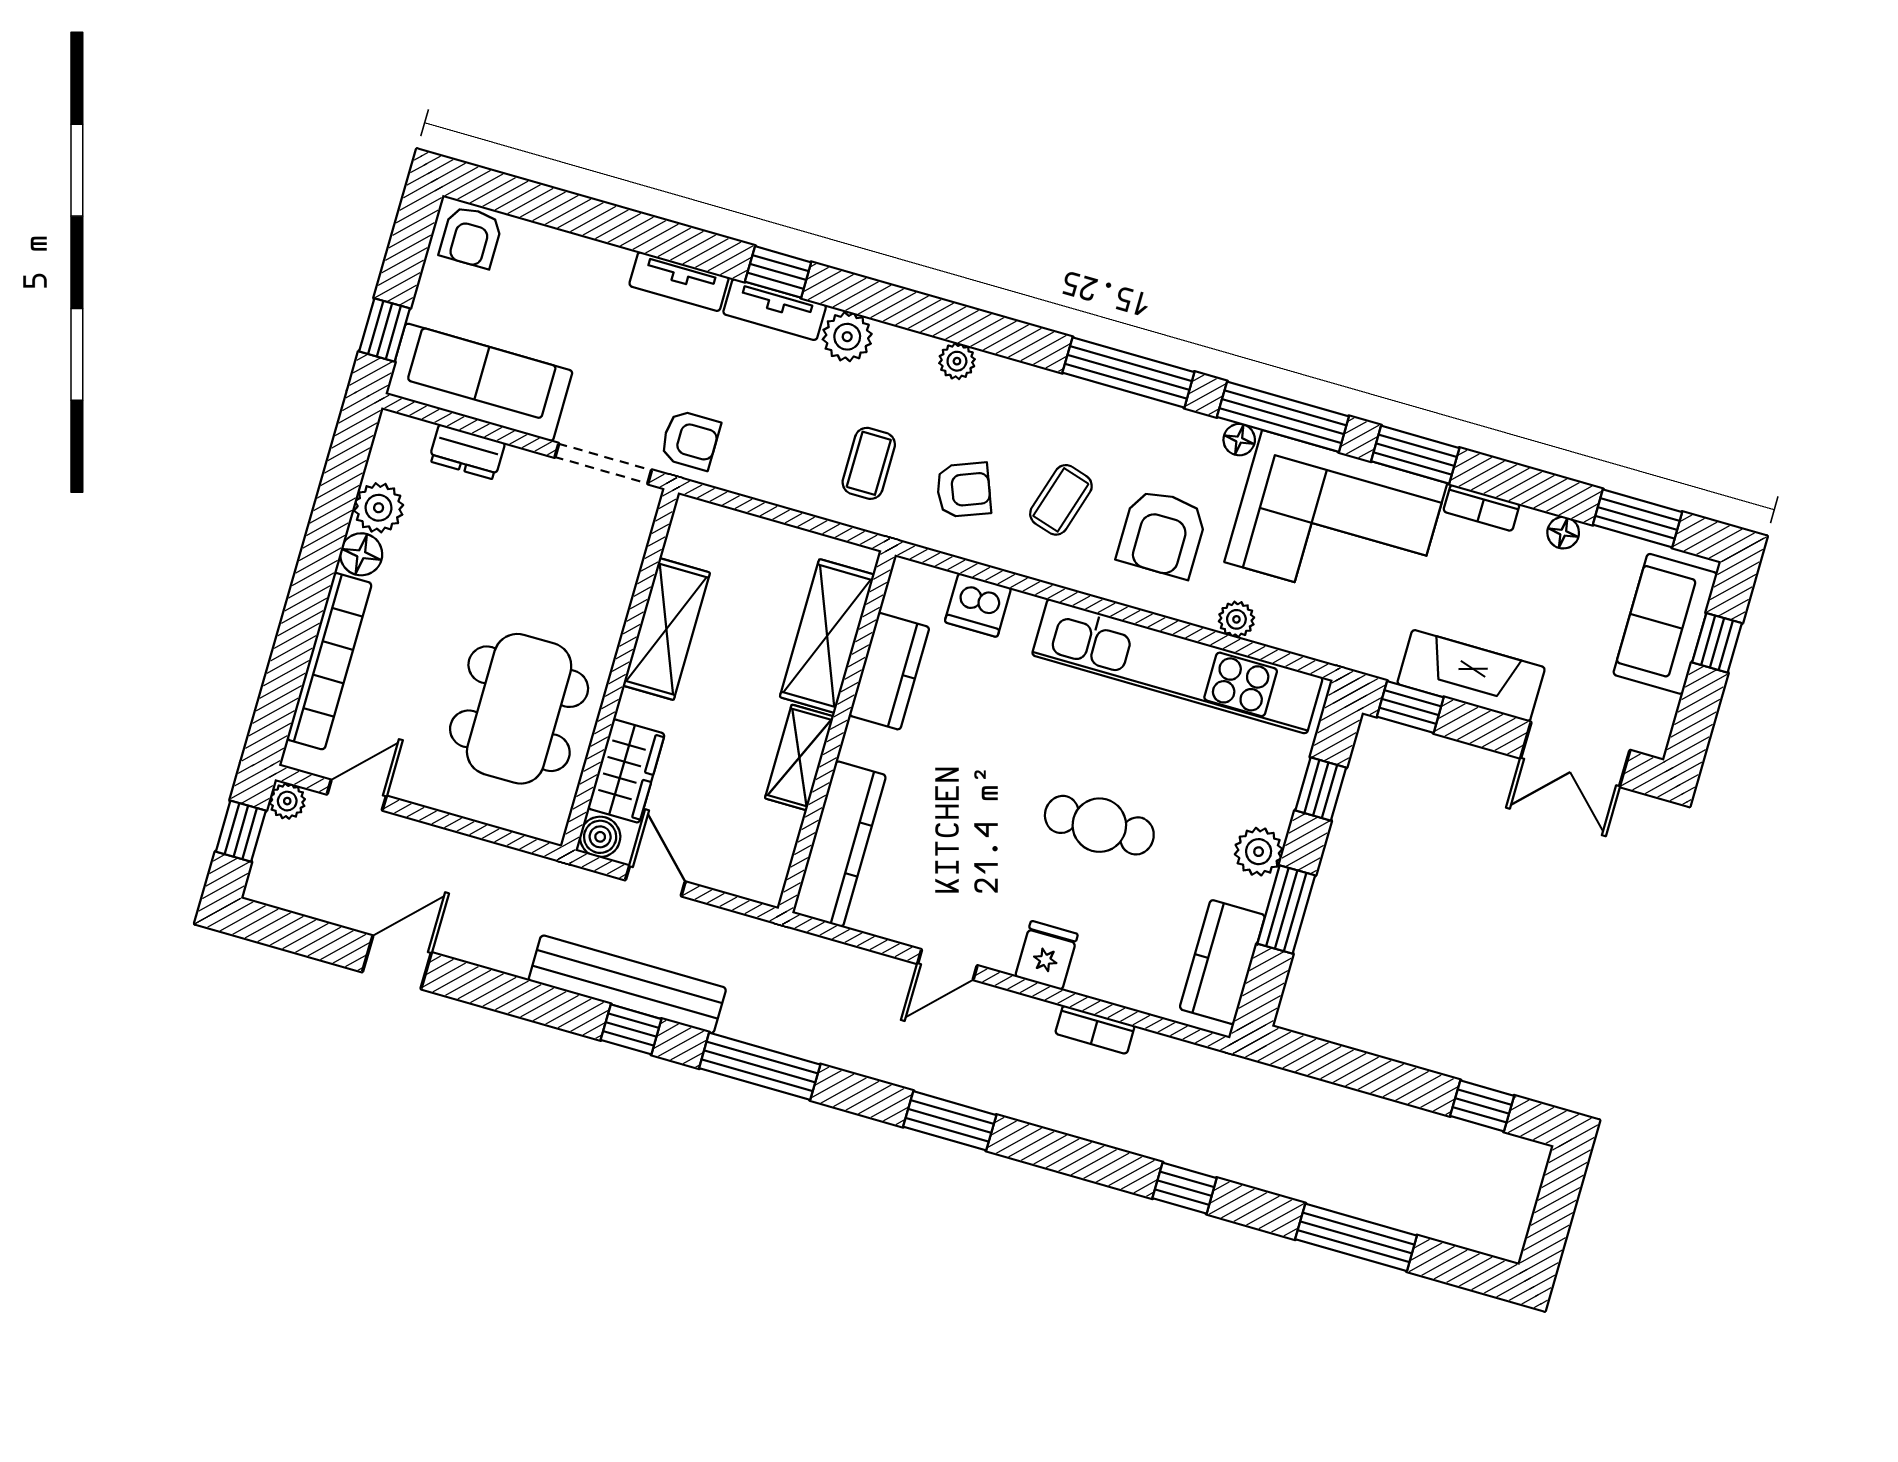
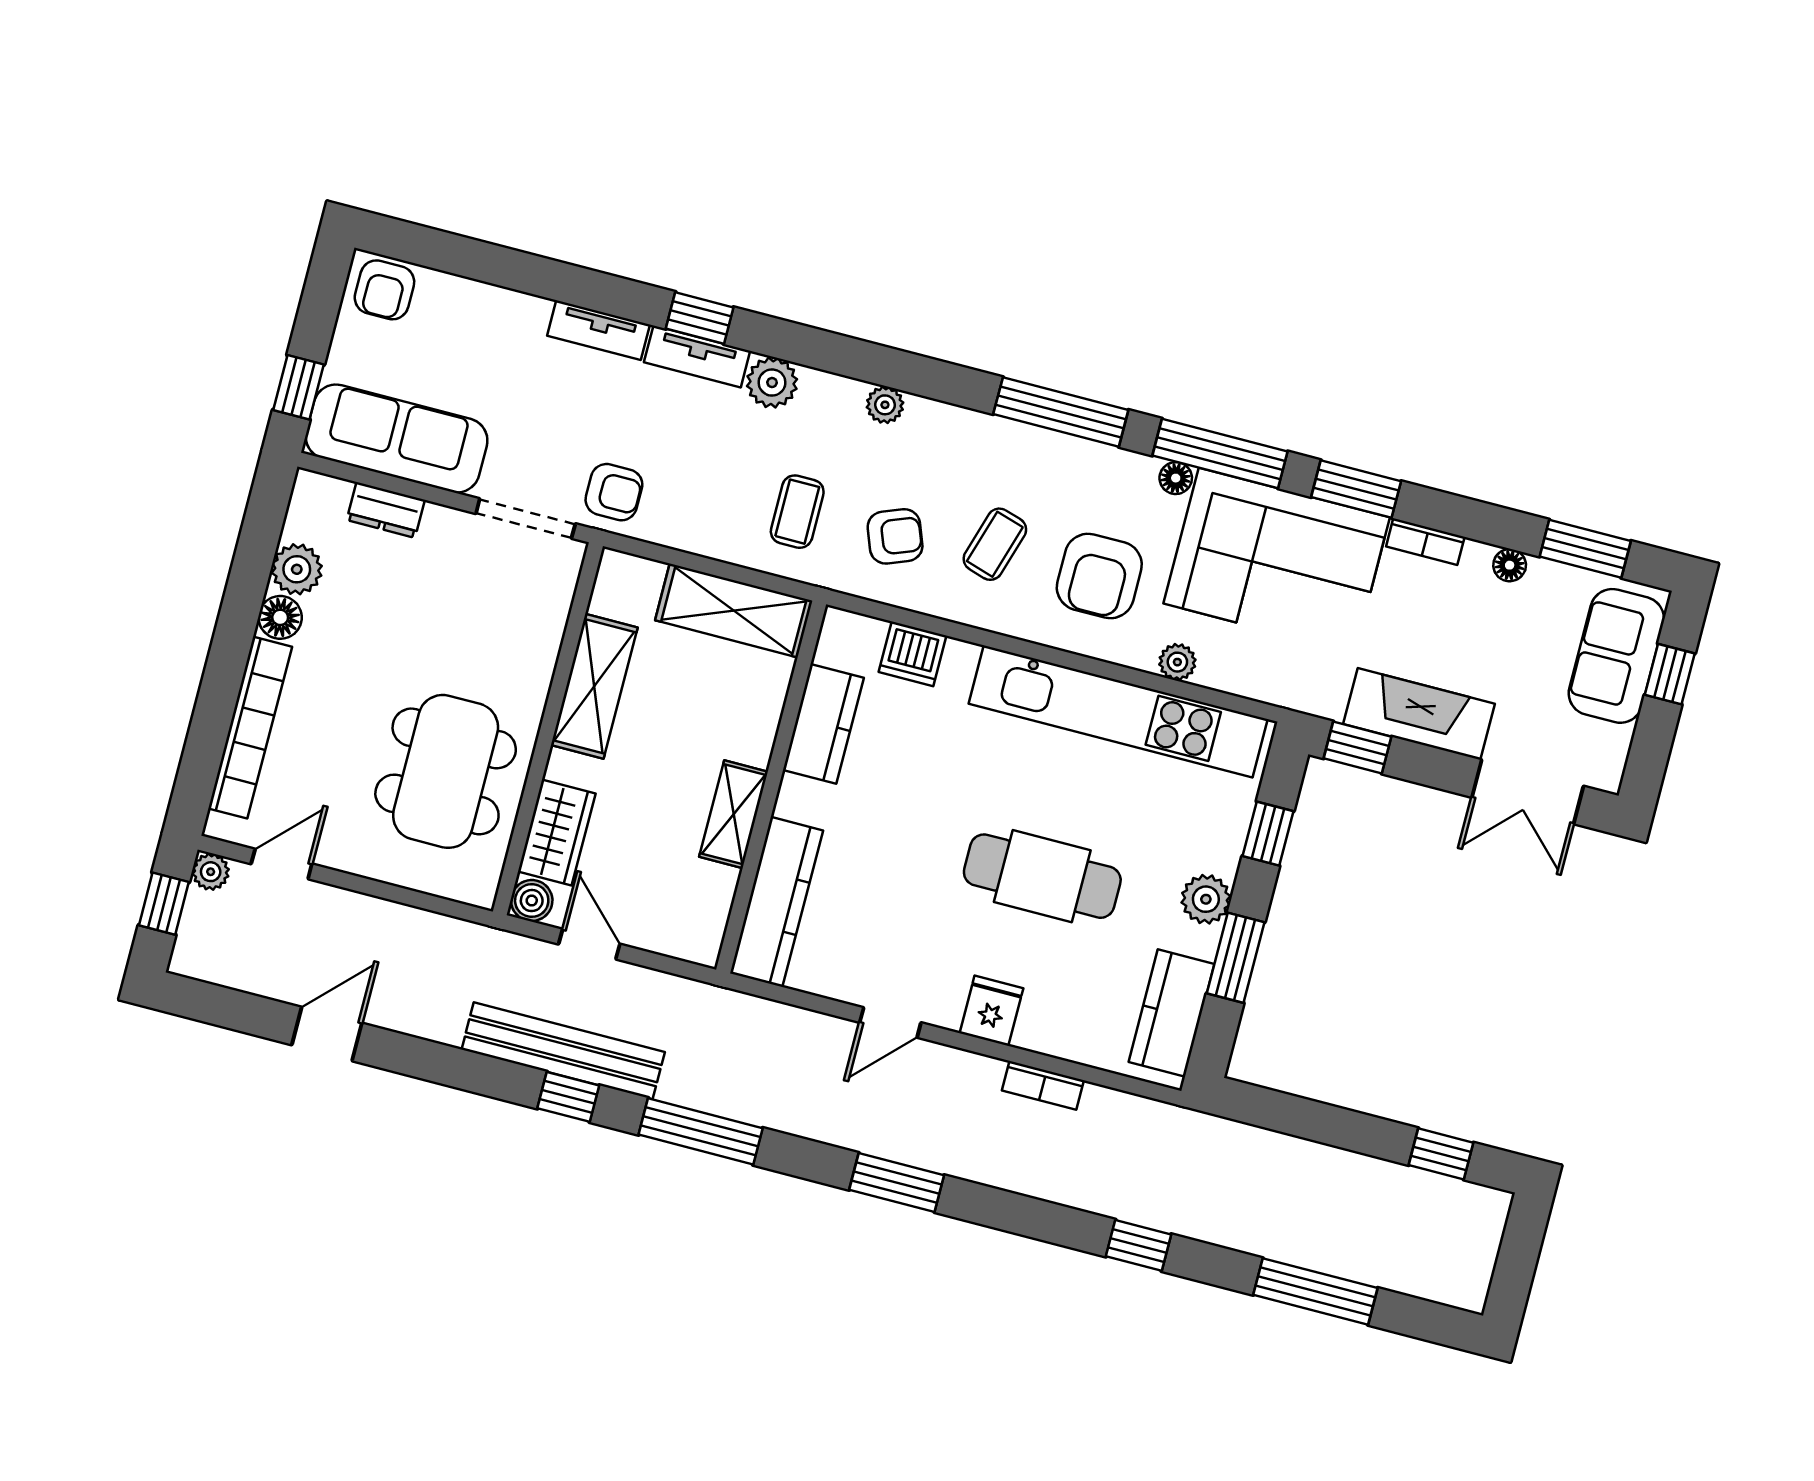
shelving: (827, 636) -> (734, 611), moved, turned 90
cafe table: (1099, 825) -> (1042, 876), width x1.37, depth x1.35

